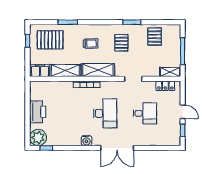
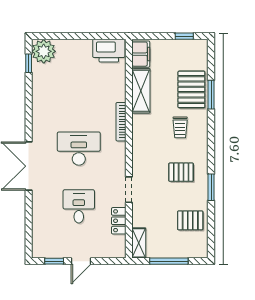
pallet: (50, 40) -> (191, 89), moved
shelving: (98, 70) -> (142, 138), removed
locker: (165, 86) -> (119, 221), moved
printer: (38, 112) -> (109, 51), moved
desk: (105, 113) -> (79, 149), turned 180
desk: (145, 113) -> (79, 206), turned 180
water cooler: (86, 141) -> (39, 122), removed

